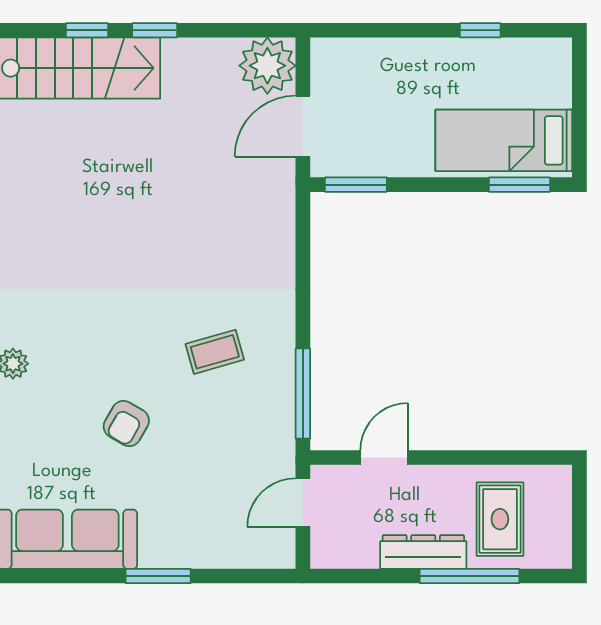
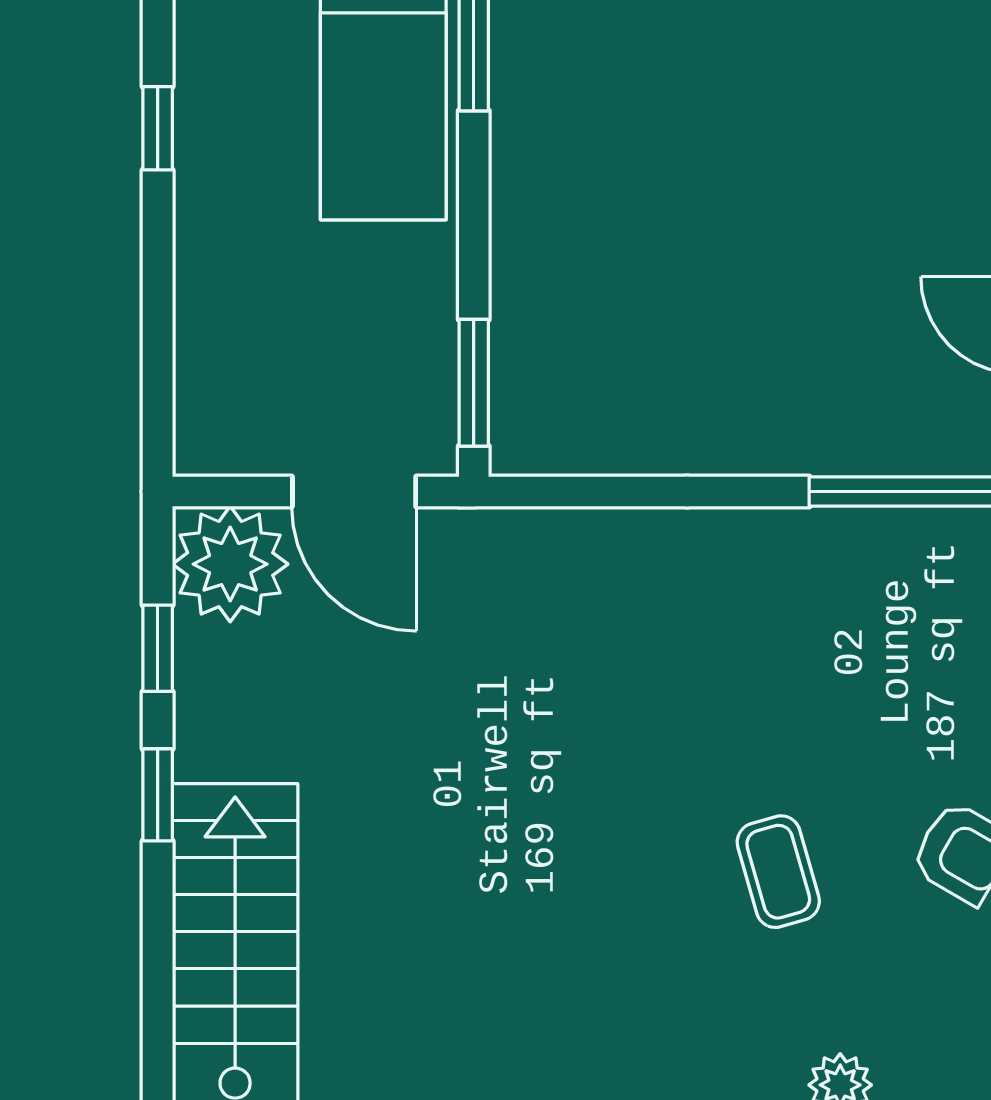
window: (87, 30) -> (158, 648), moved
coffee table: (215, 352) -> (778, 872), moved

